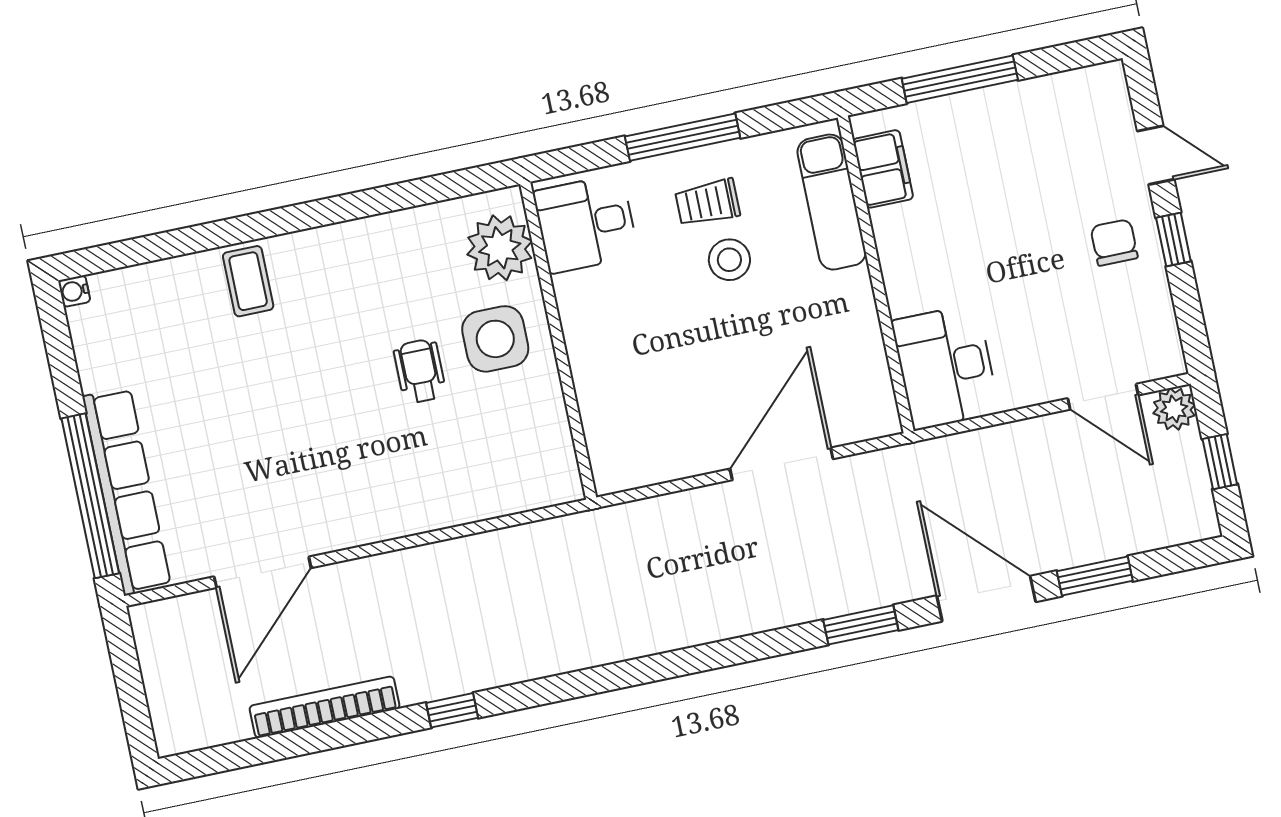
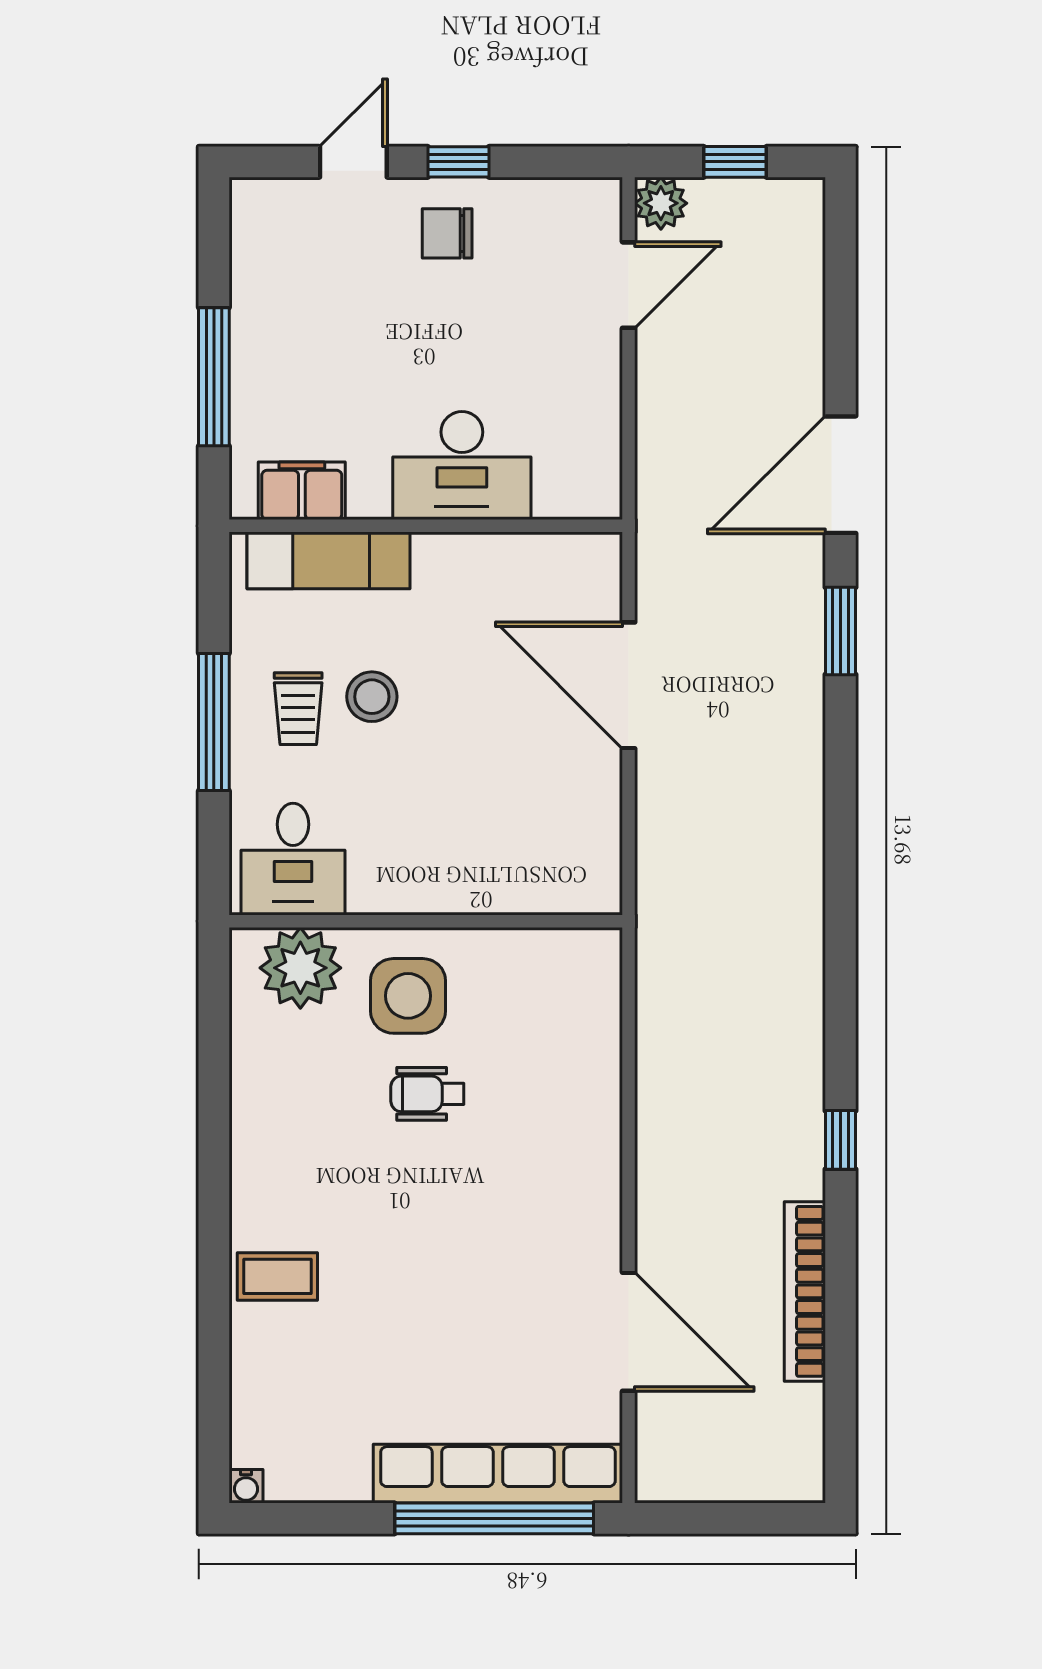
desk: (945, 367) -> (462, 466), moved
window: (1095, 576) -> (840, 340), removed

